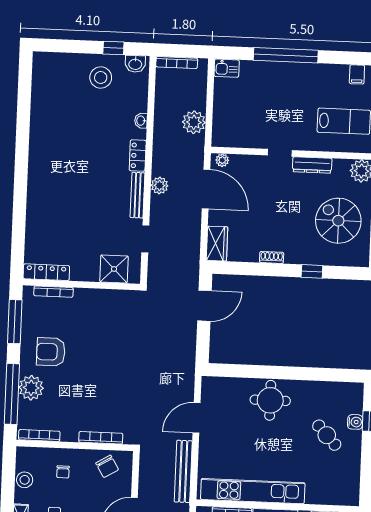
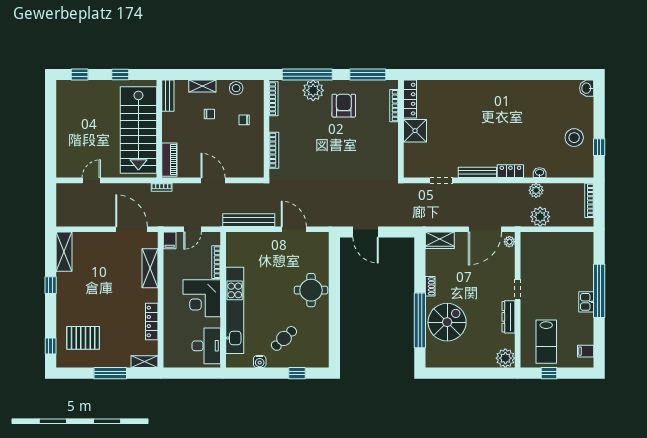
washbasin: (135, 64) -> (587, 88), moved
kitchen sink: (227, 68) -> (586, 302), moved
plant: (160, 185) -> (536, 190), moved
spiral stairs: (338, 221) -> (447, 322), moved
shower: (114, 269) -> (415, 131), moved
window: (312, 271) -> (420, 320), width x3.17
door: (204, 306) -> (366, 232), moved
water cooler: (355, 422) -> (260, 362), moved
chair: (107, 466) -> (250, 156), removed
kitchen unit: (253, 491) -> (235, 310), moved

